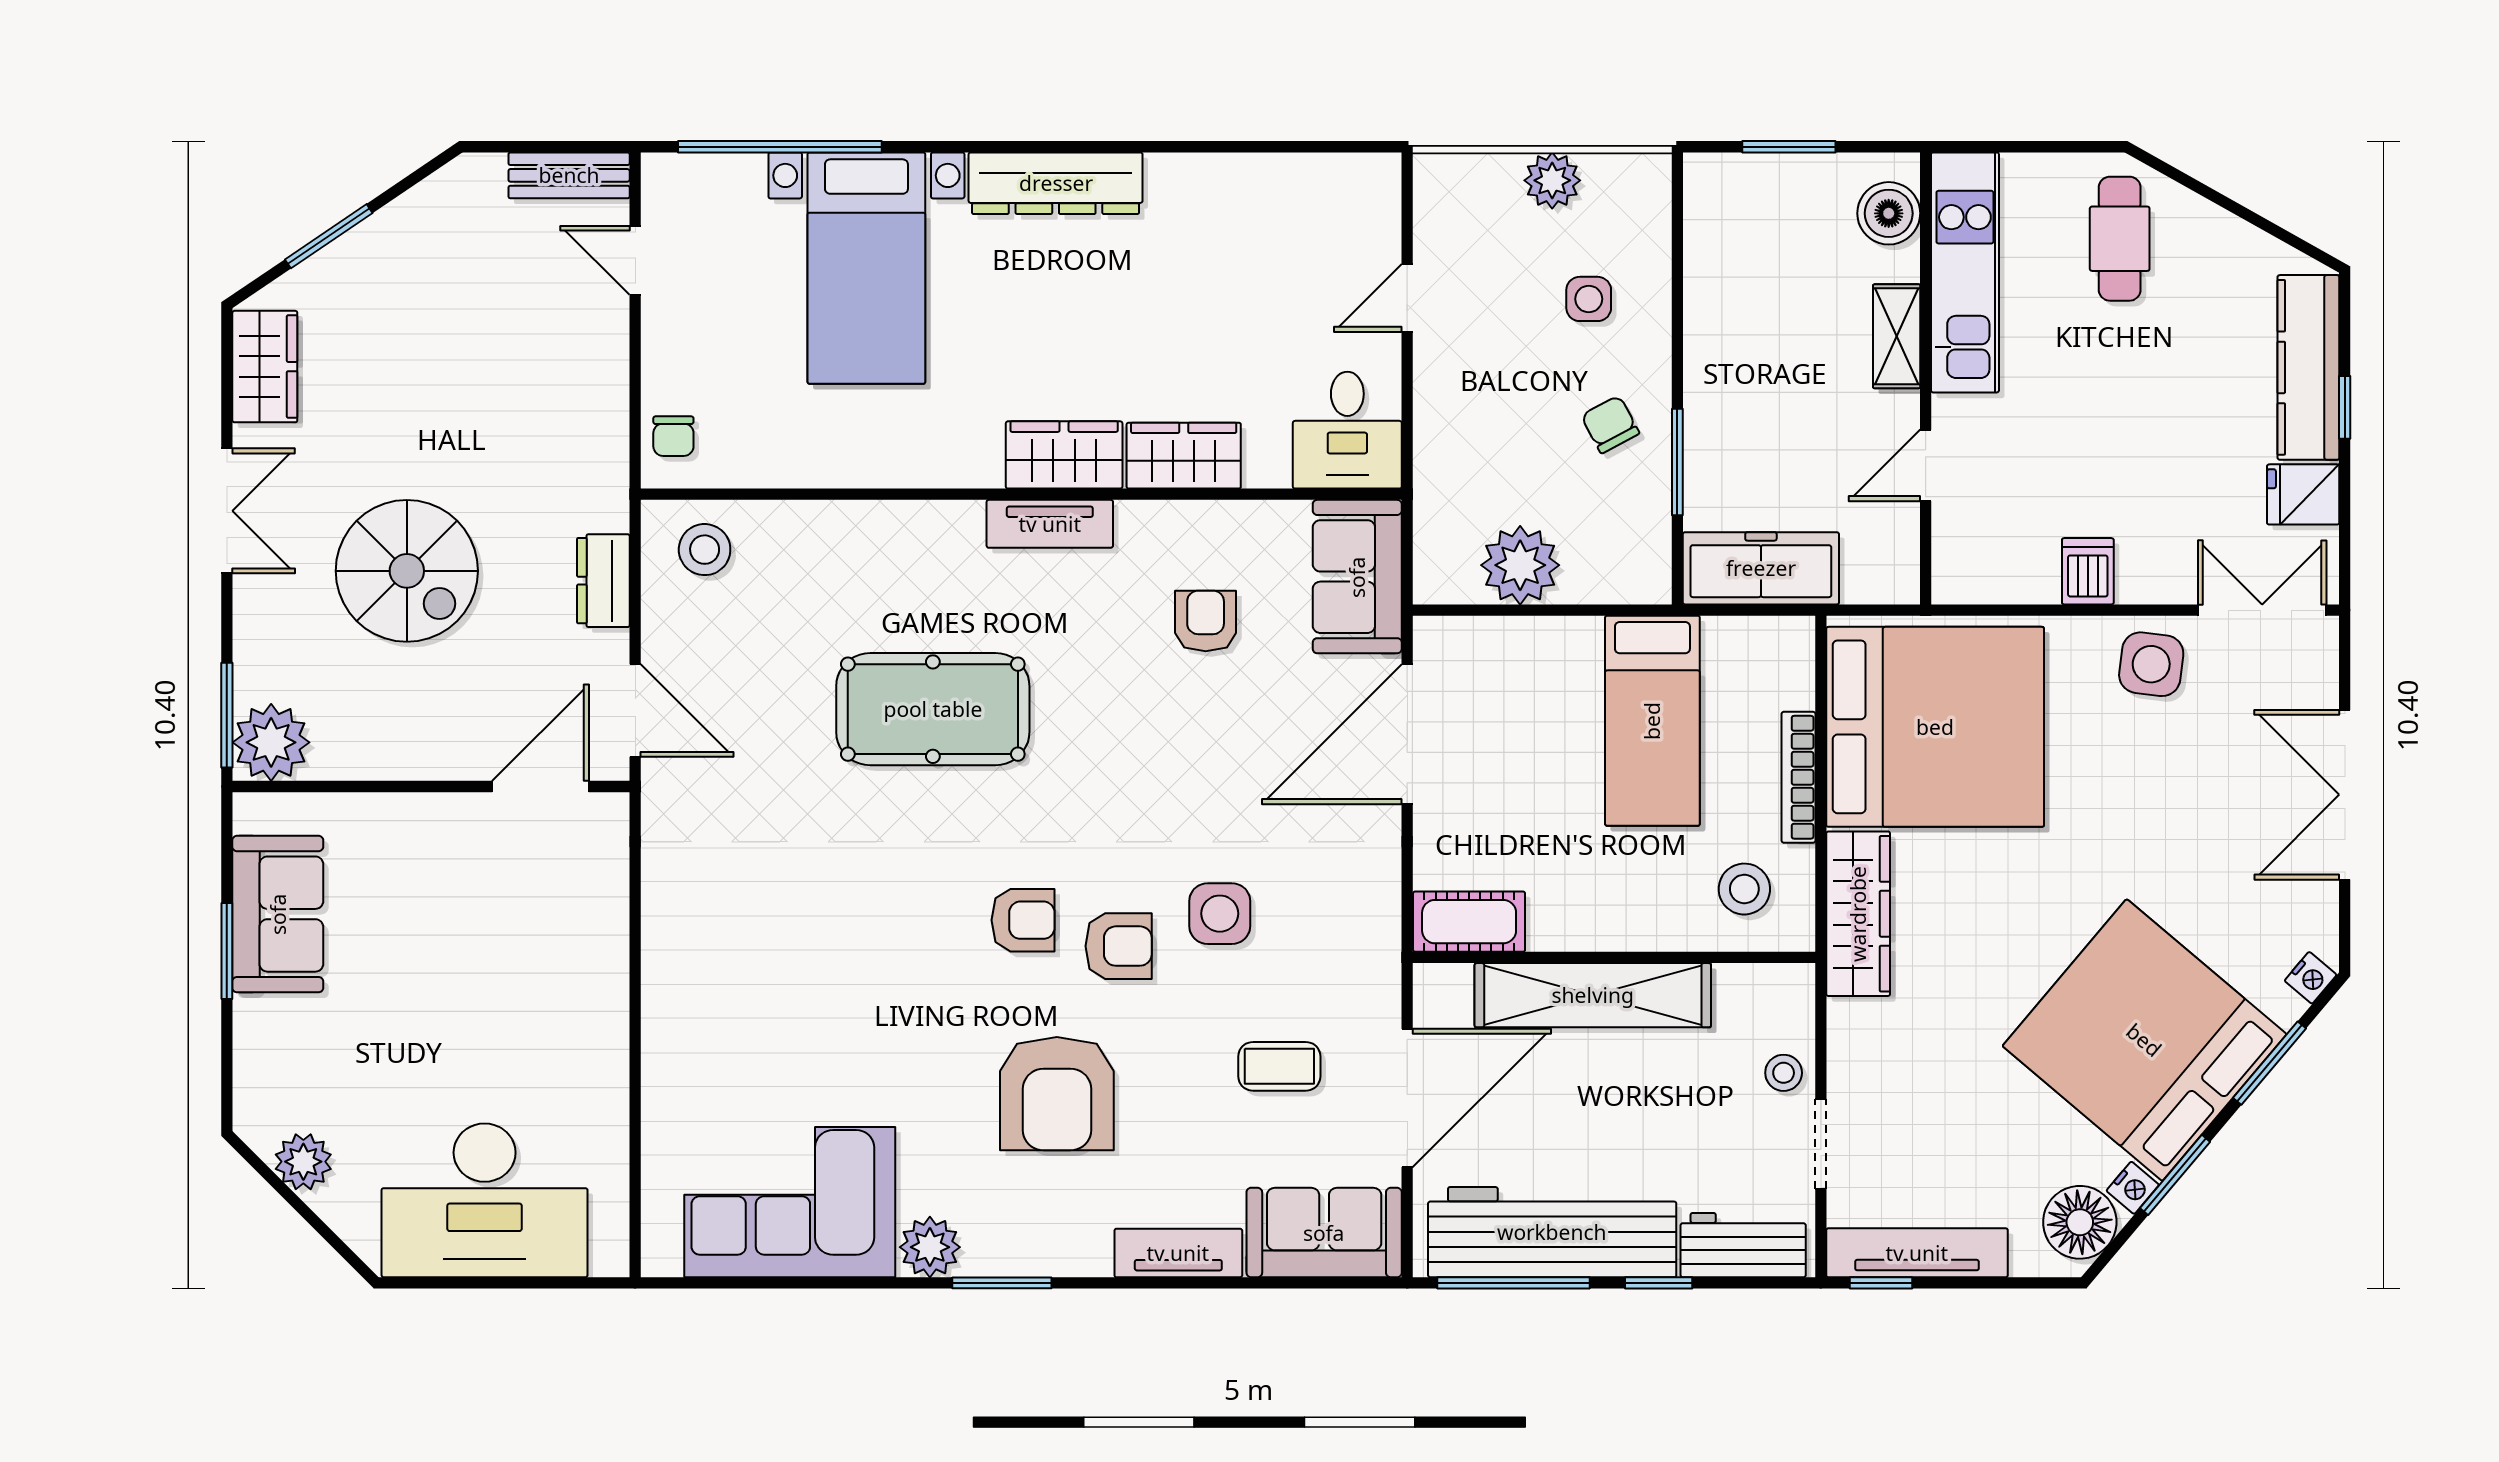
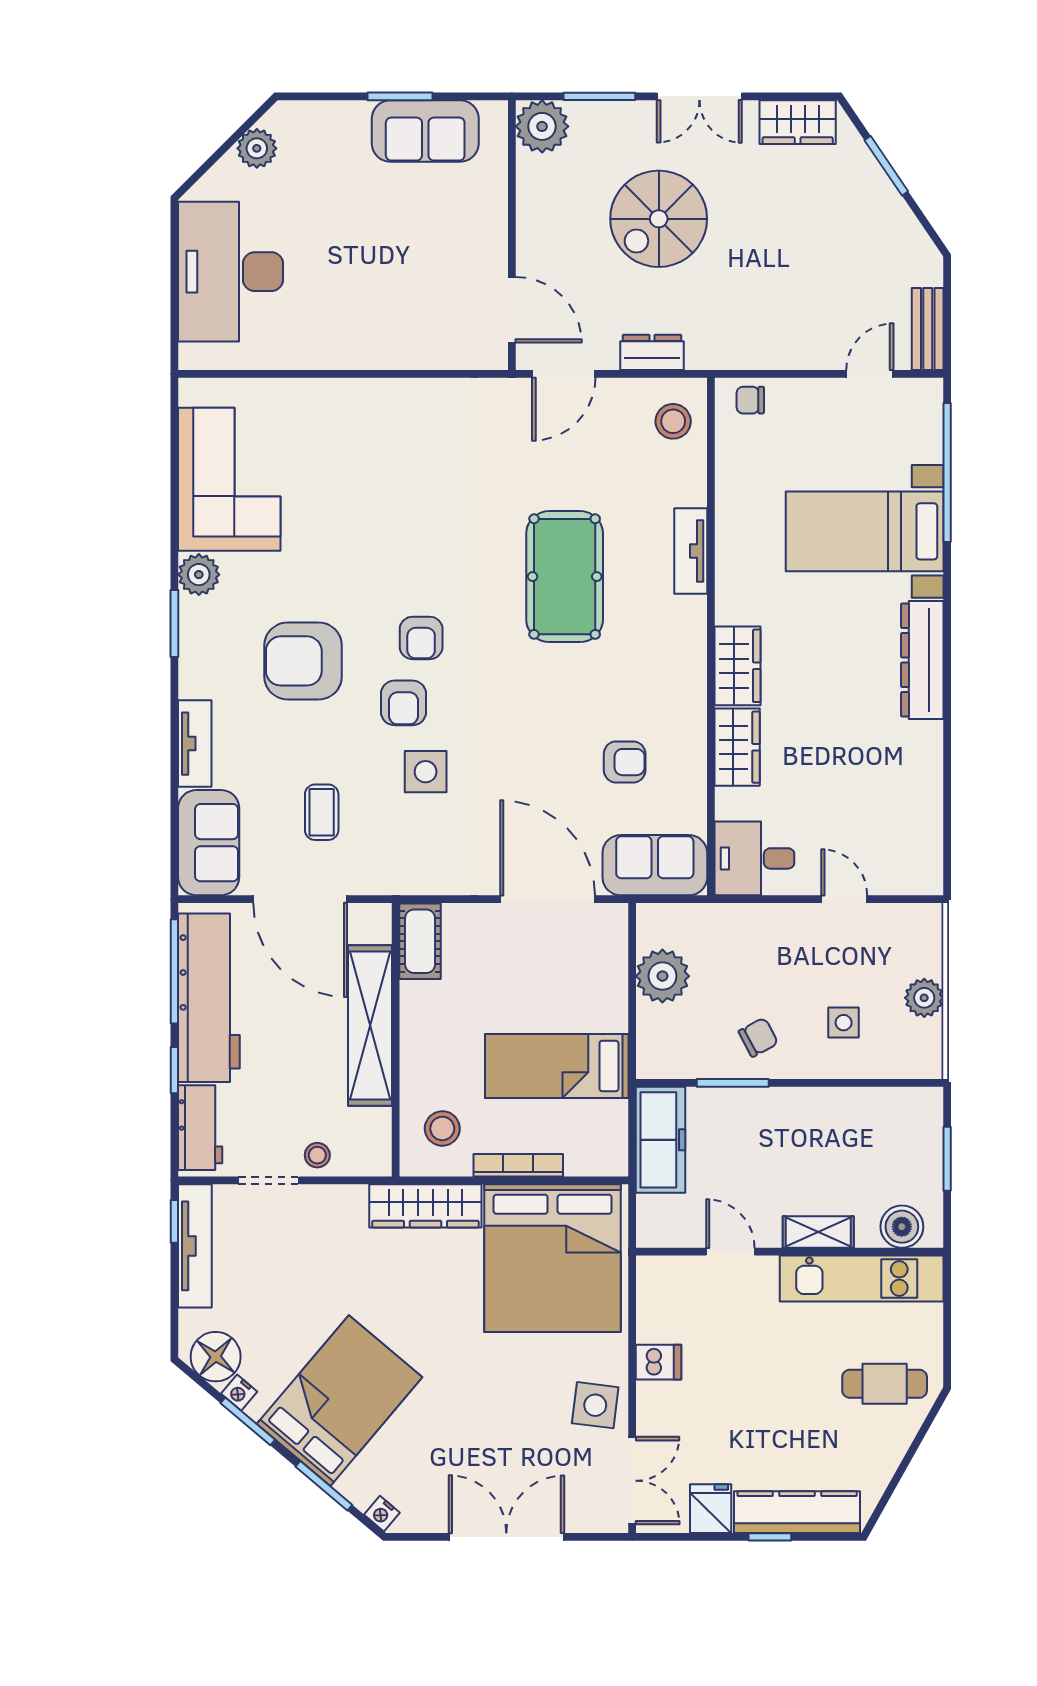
tv unit: (1050, 524) -> (691, 551), moved
window: (227, 715) -> (599, 96), moved
bed: (2144, 1040) -> (340, 1401), width x0.73

